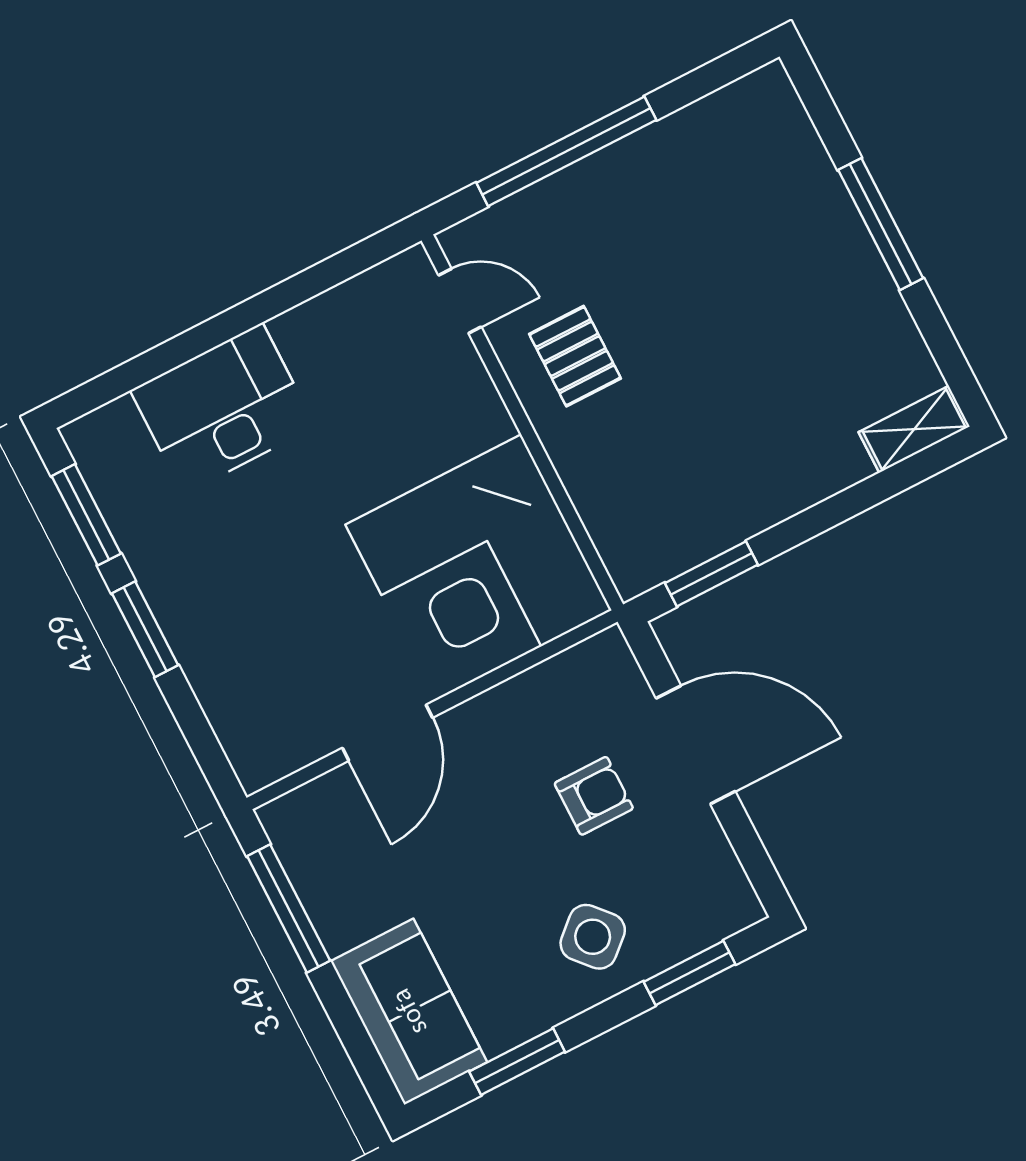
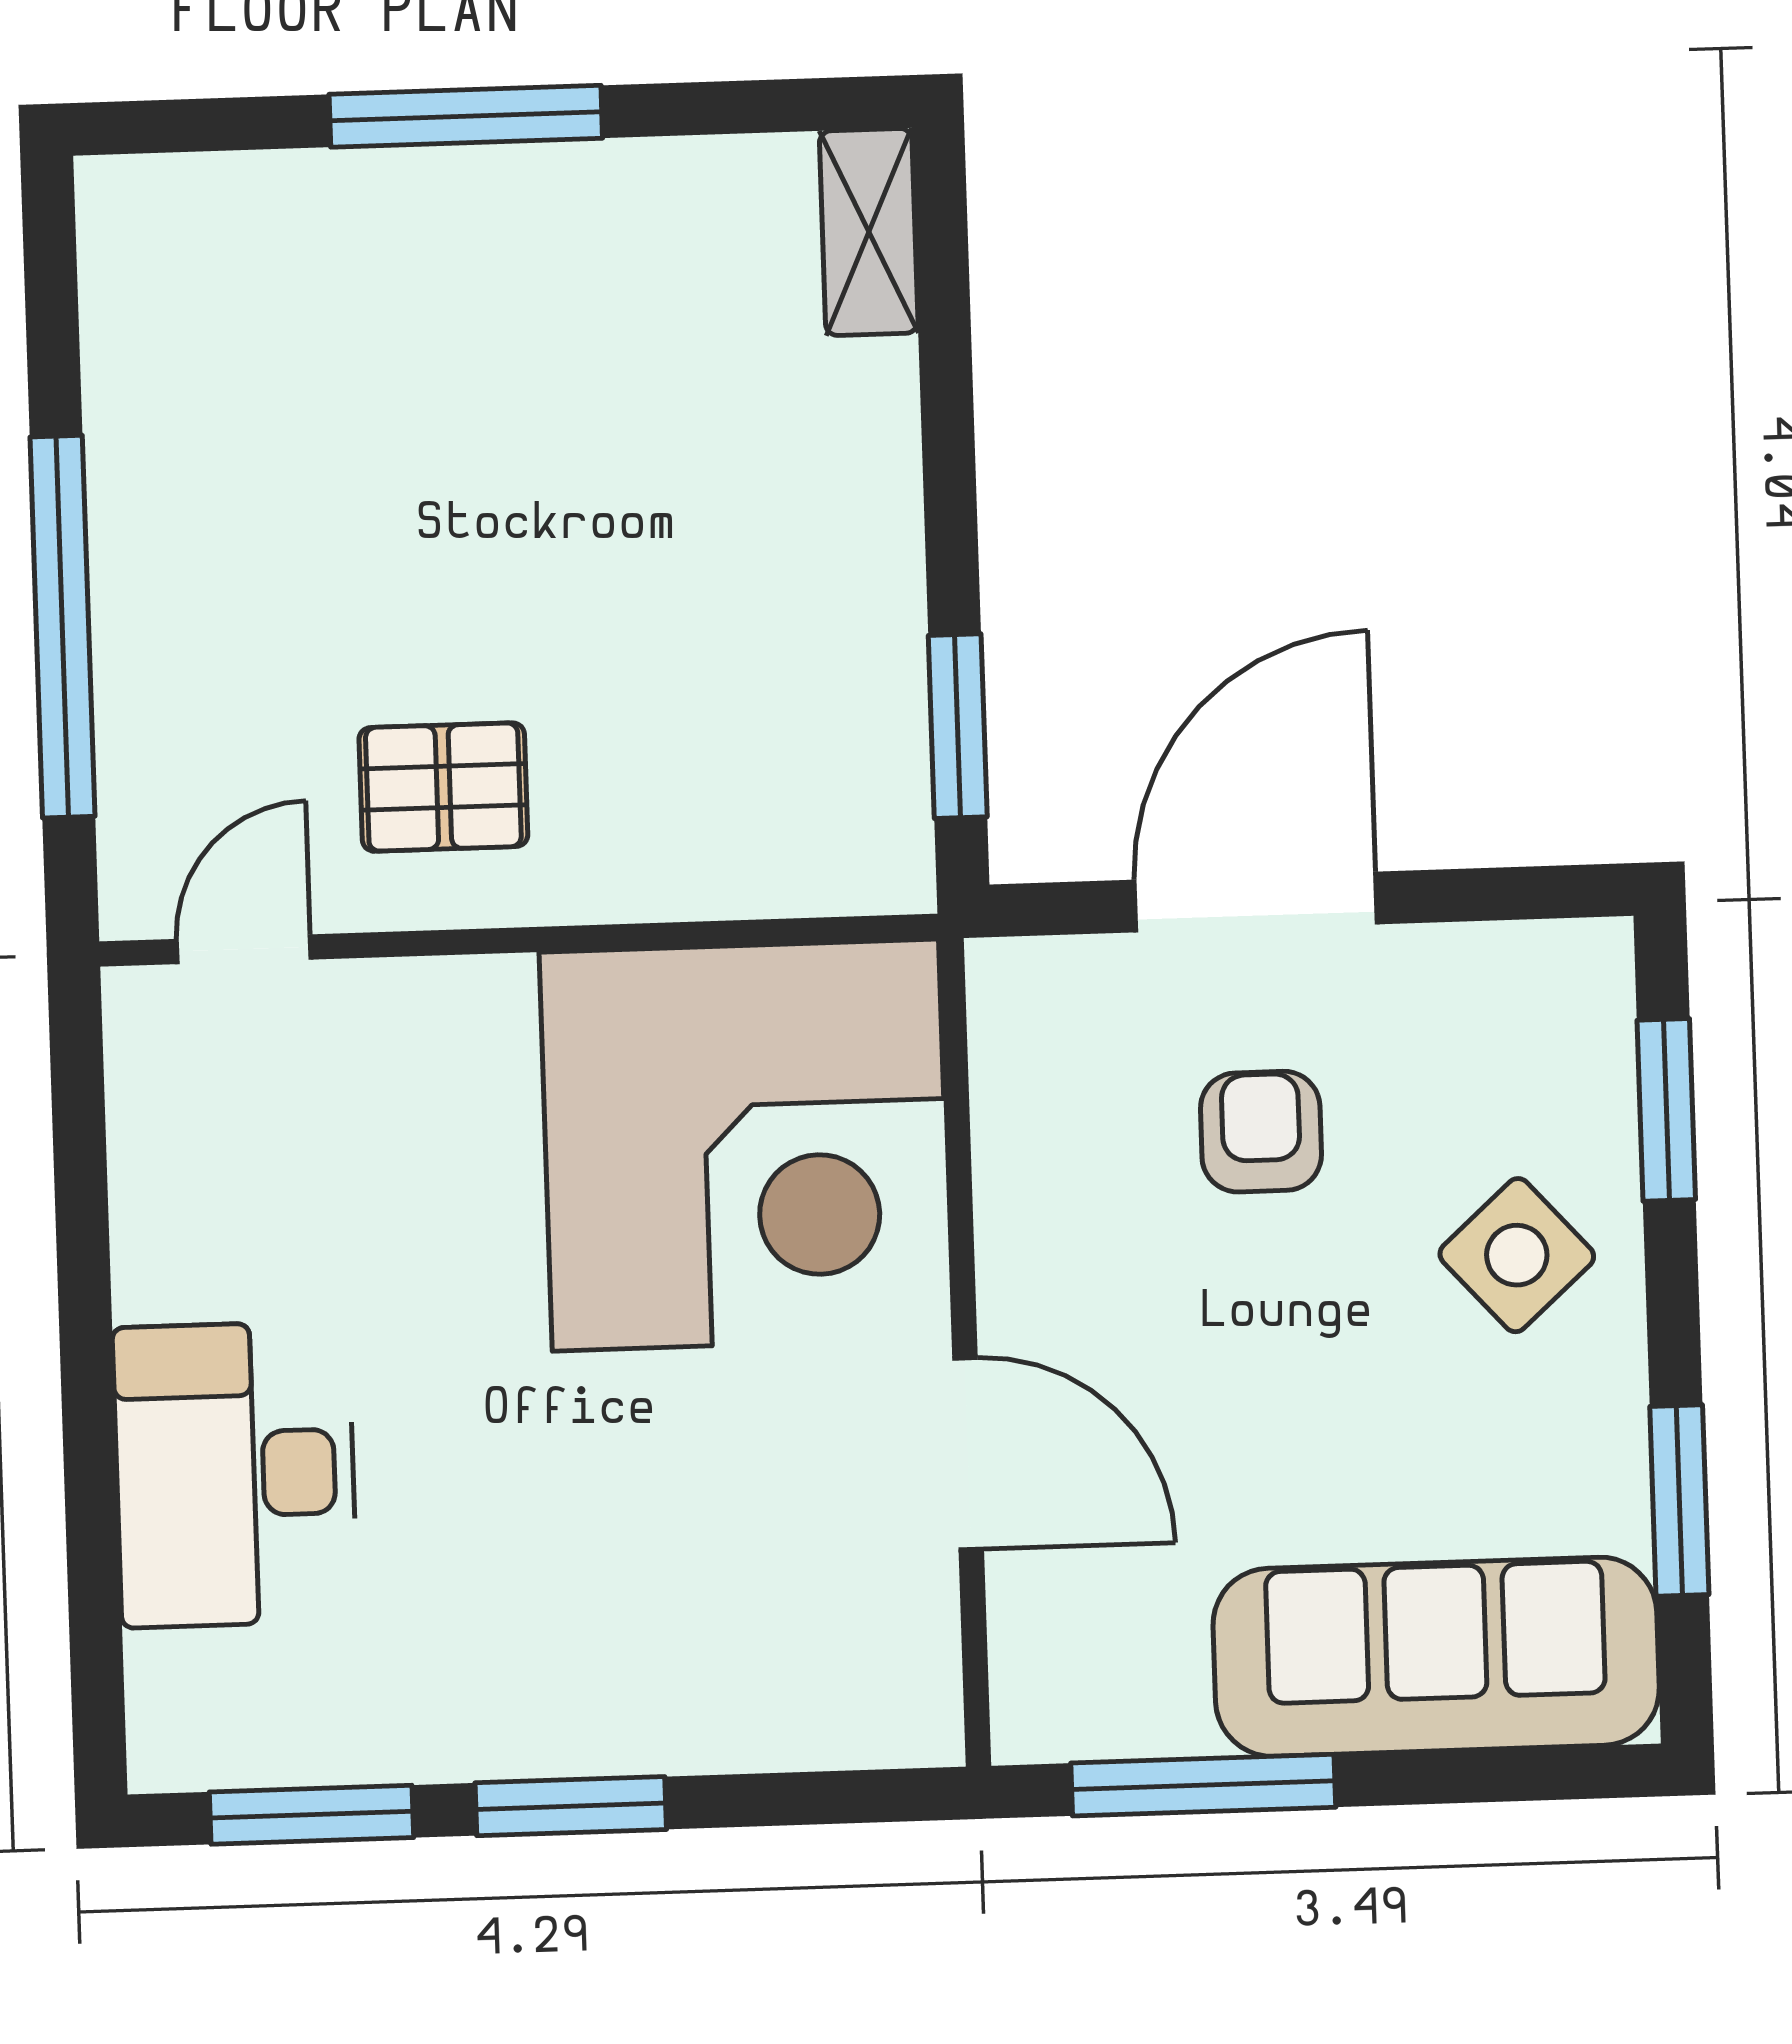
sofa: (409, 1012) -> (1436, 1657), width x1.36

